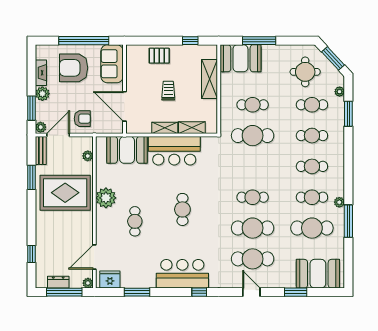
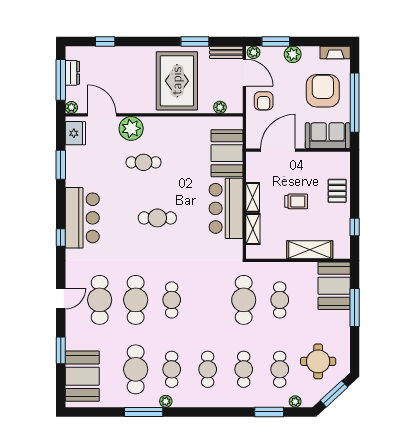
fireplace: (41, 73) -> (335, 52), moved
plant: (106, 198) -> (131, 128), moved

